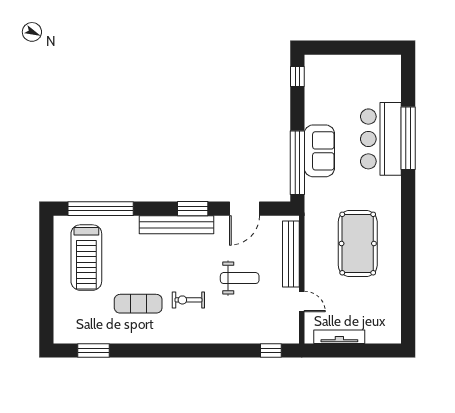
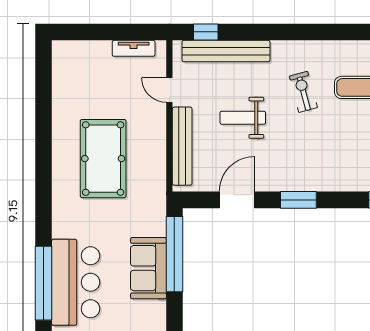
bench: (176, 225) -> (226, 51), moved
exercise bike: (188, 300) -> (303, 92), turned -105
tv unit: (339, 337) -> (134, 48), width x0.71

